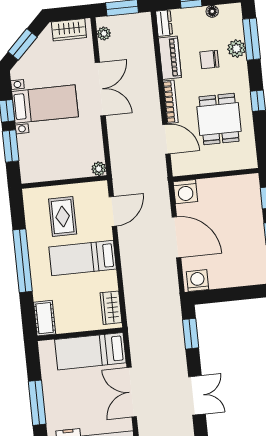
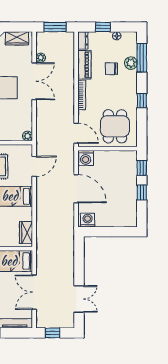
plant: (104, 33) -> (41, 58), moved
dining table: (219, 119) -> (115, 126), moved
door: (166, 139) -> (76, 133), moved
window: (191, 334) -> (79, 256), removed

